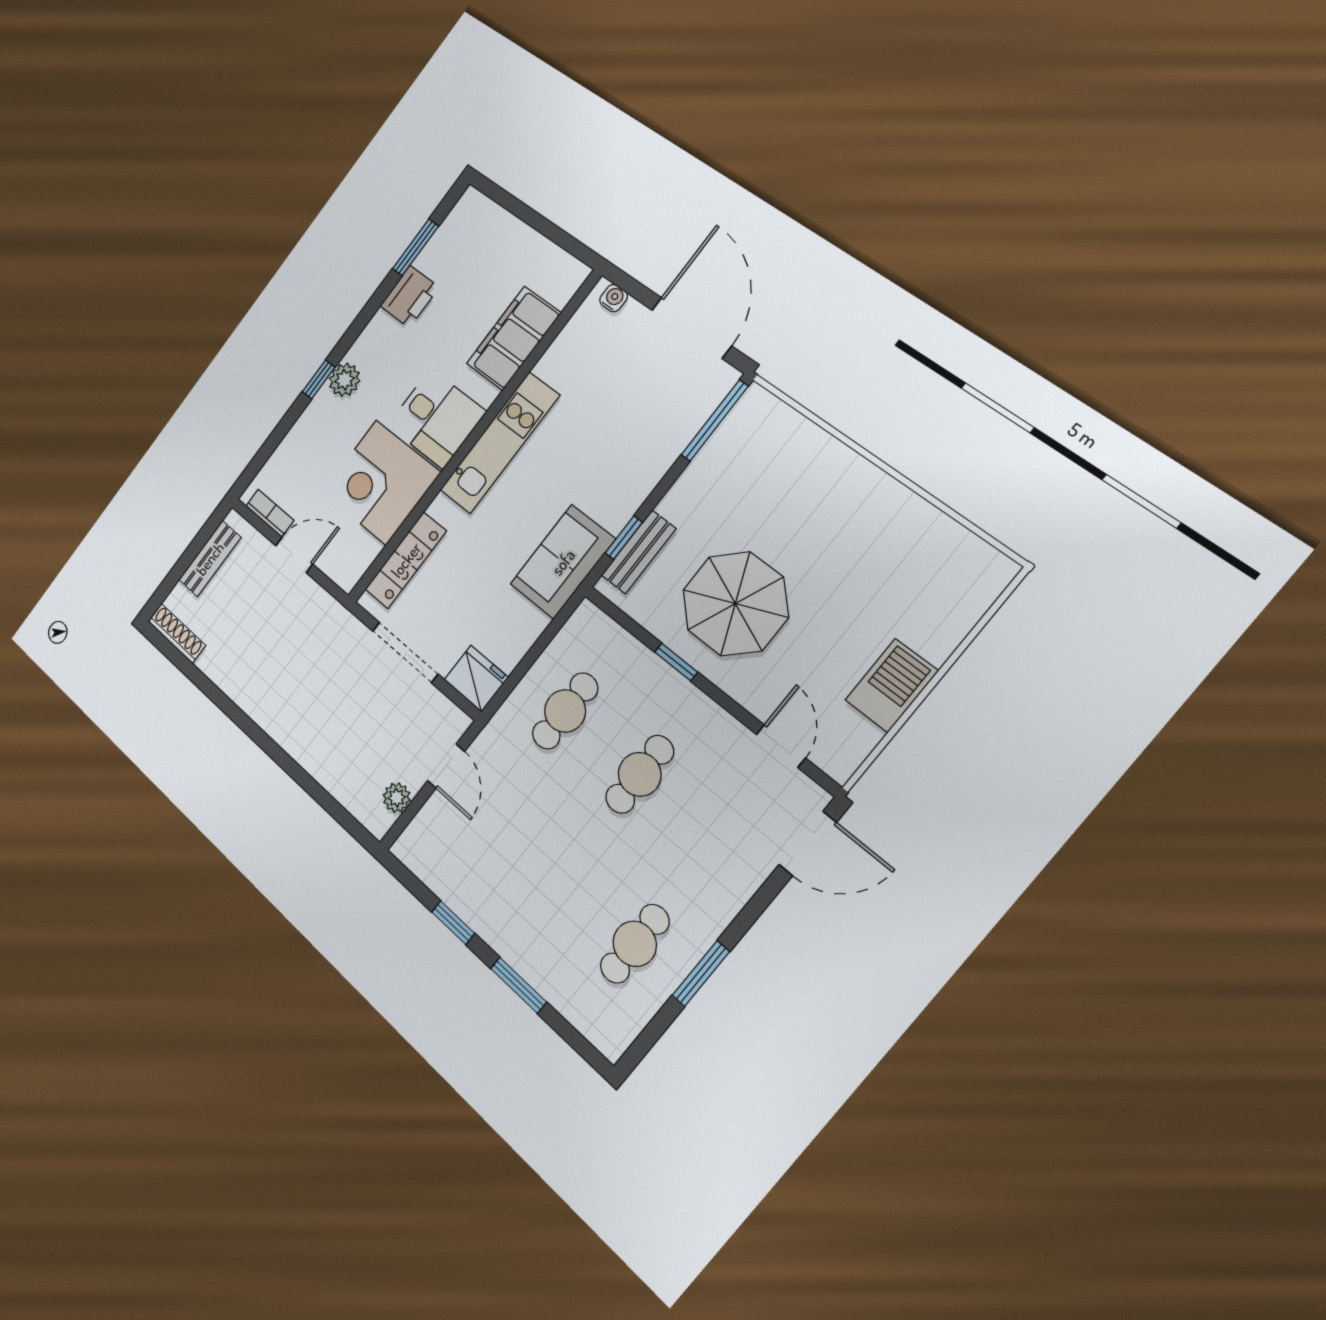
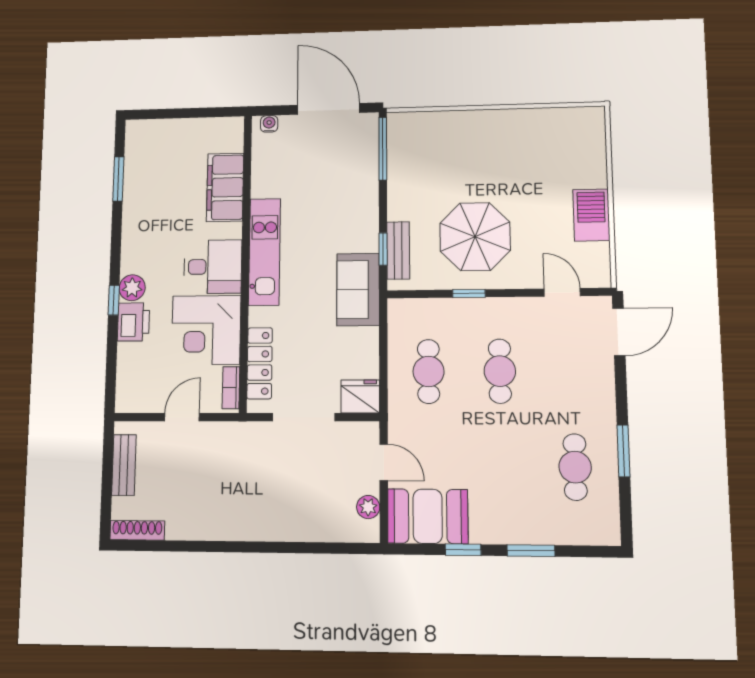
printer: (410, 297) -> (133, 322), moved
bookcase: (270, 513) -> (231, 388), moved, turned -90
booth: (446, 858) -> (428, 516), added

